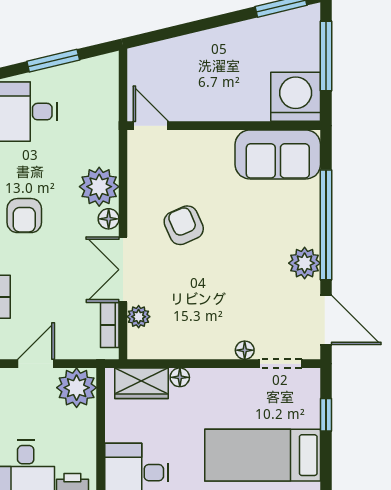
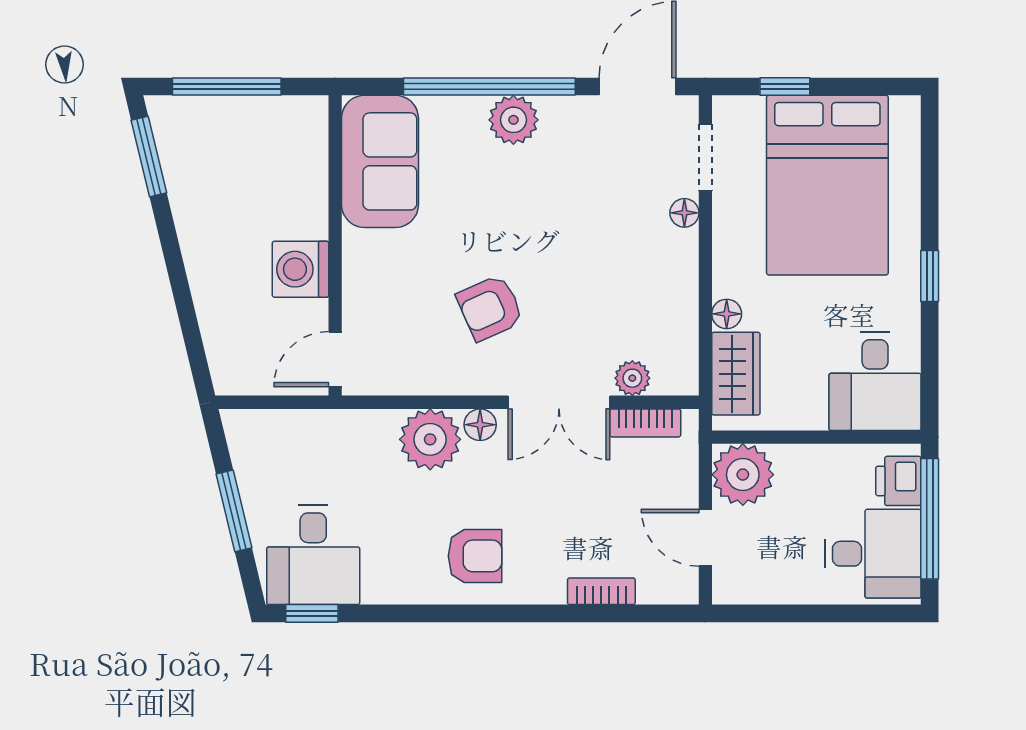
washing machine: (296, 97) -> (301, 269), moved, width x0.73, depth x0.73
plant: (305, 263) -> (513, 120), moved
bed: (263, 455) -> (827, 185), width x1.50

